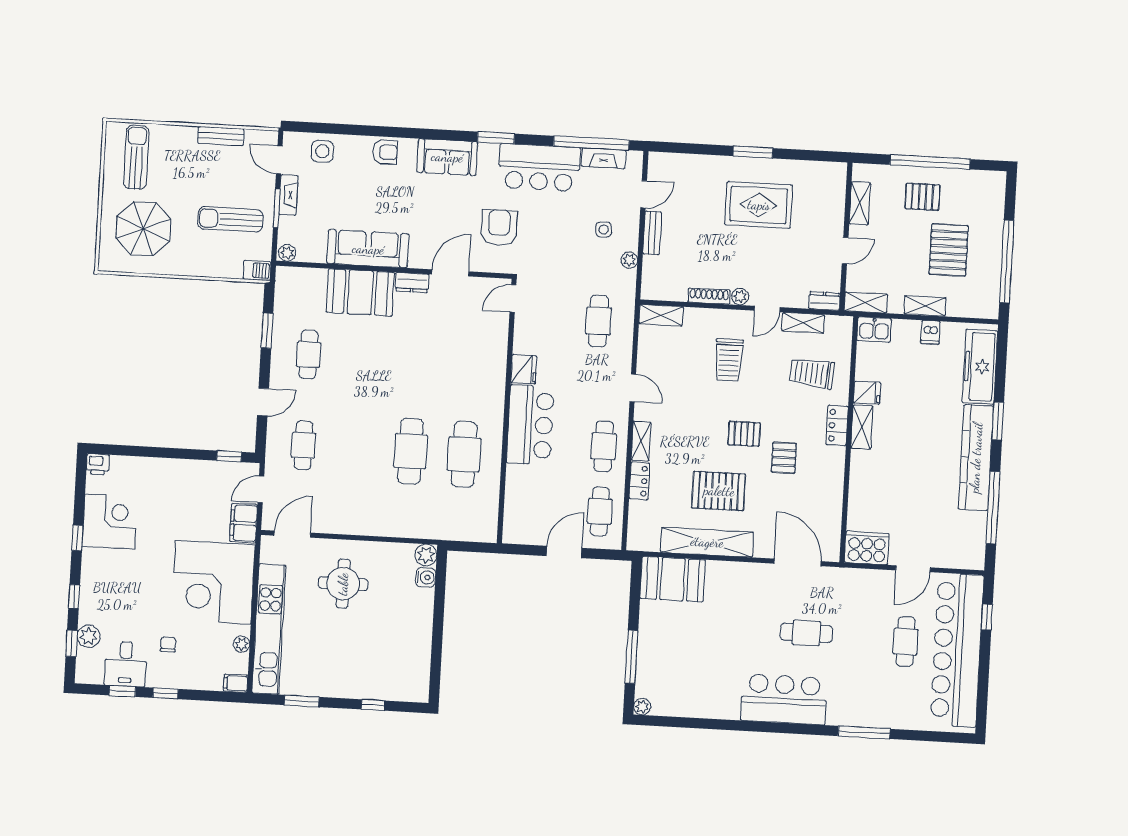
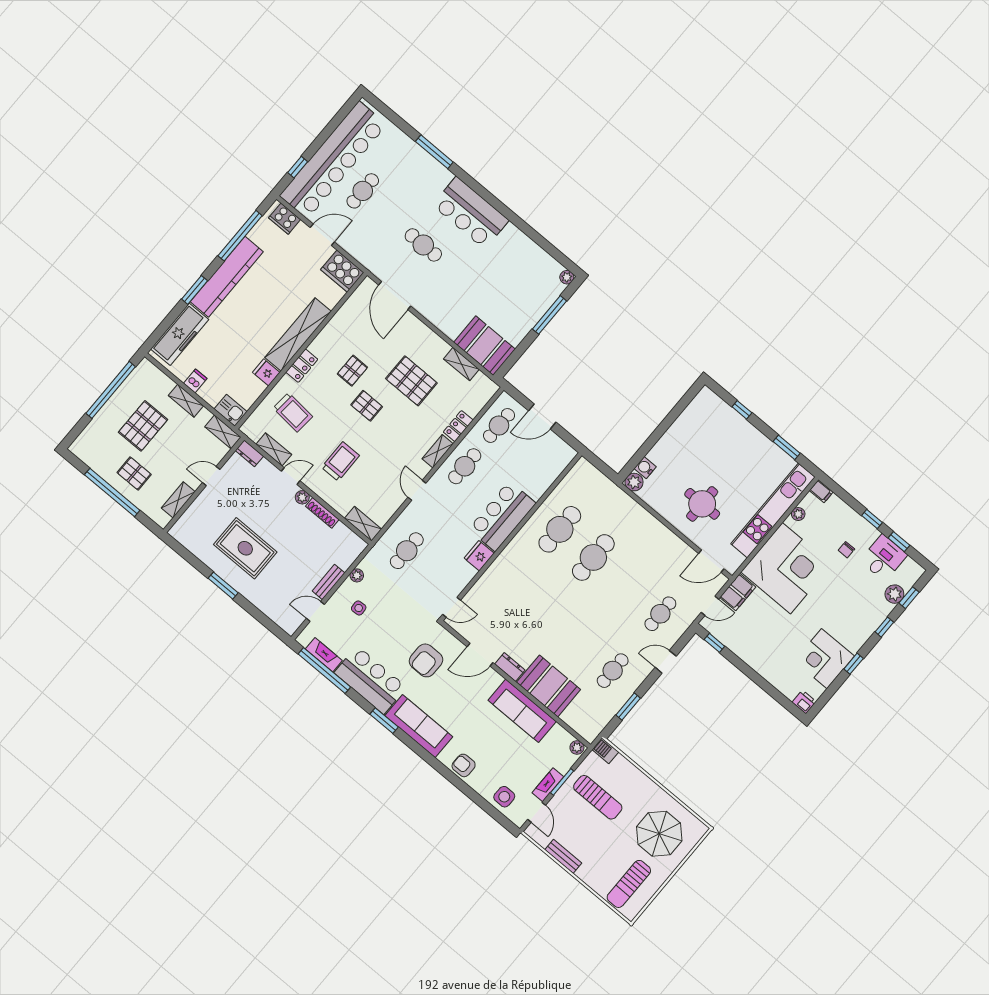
sofa: (447, 157) -> (419, 726), width x1.36
shelving: (862, 427) -> (298, 334), width x2.20, depth x1.33
shelving: (707, 542) -> (461, 364), width x0.45, depth x0.75
cooker: (962, 557) -> (285, 219), added

